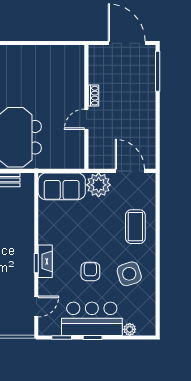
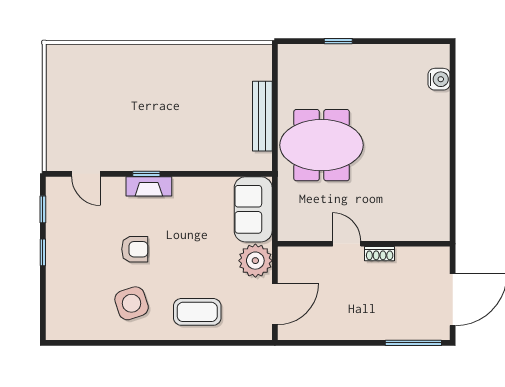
bar counter: (92, 319) -> (69, 251), removed
plant: (130, 329) -> (54, 304), removed

